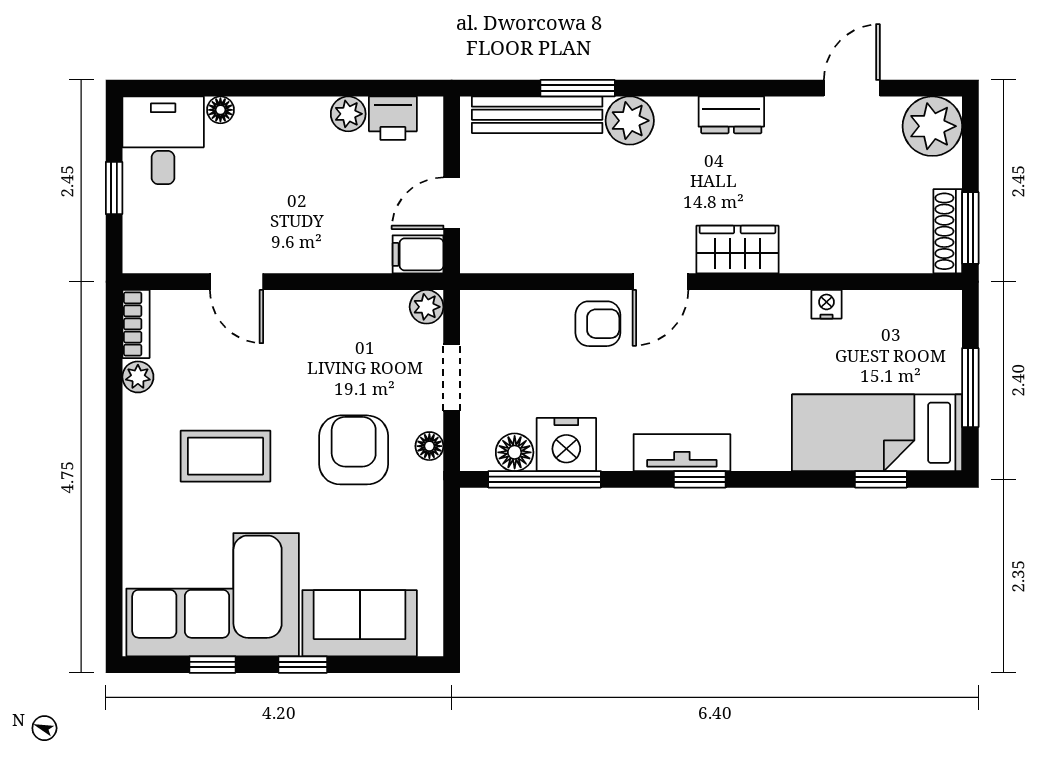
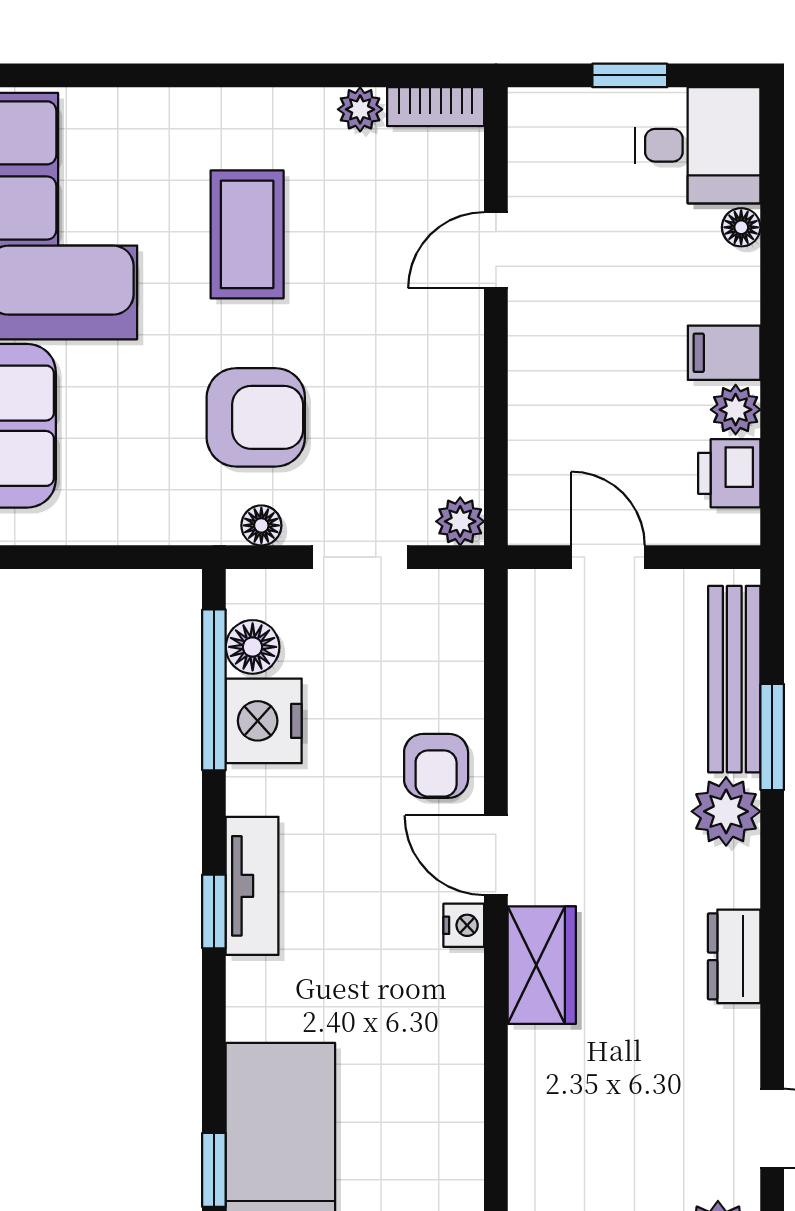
filing cabinet: (418, 254) -> (724, 353), moved, turned -90
nightstand: (826, 304) -> (464, 925), moved

